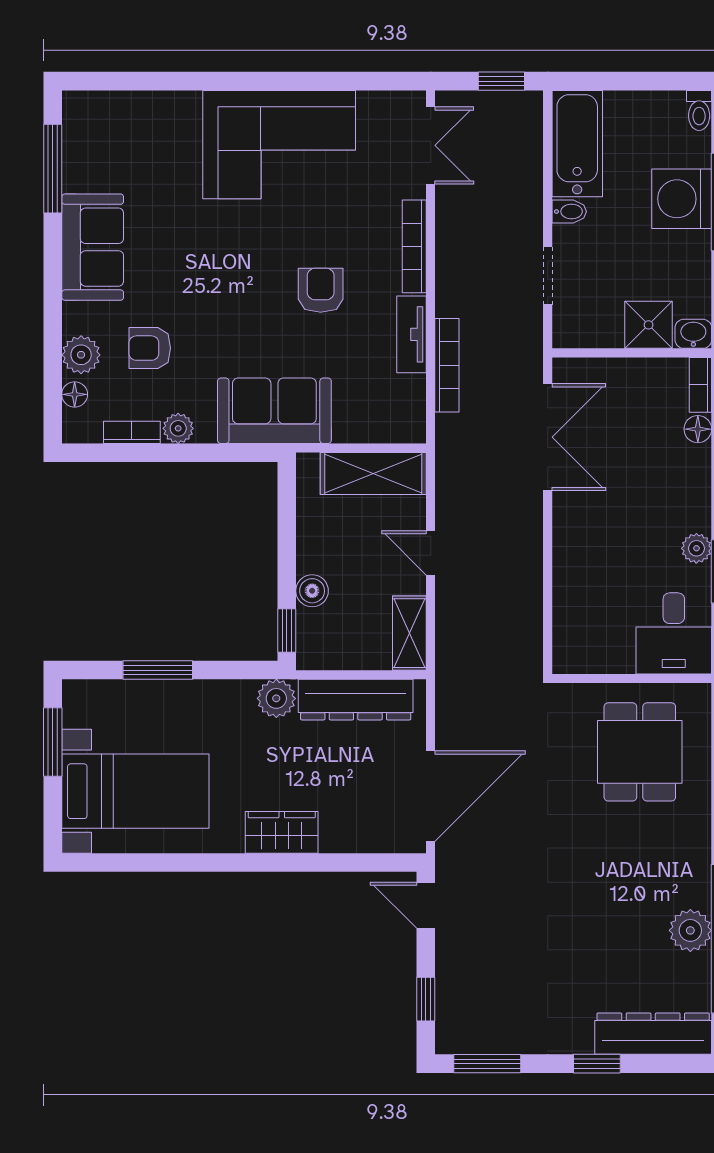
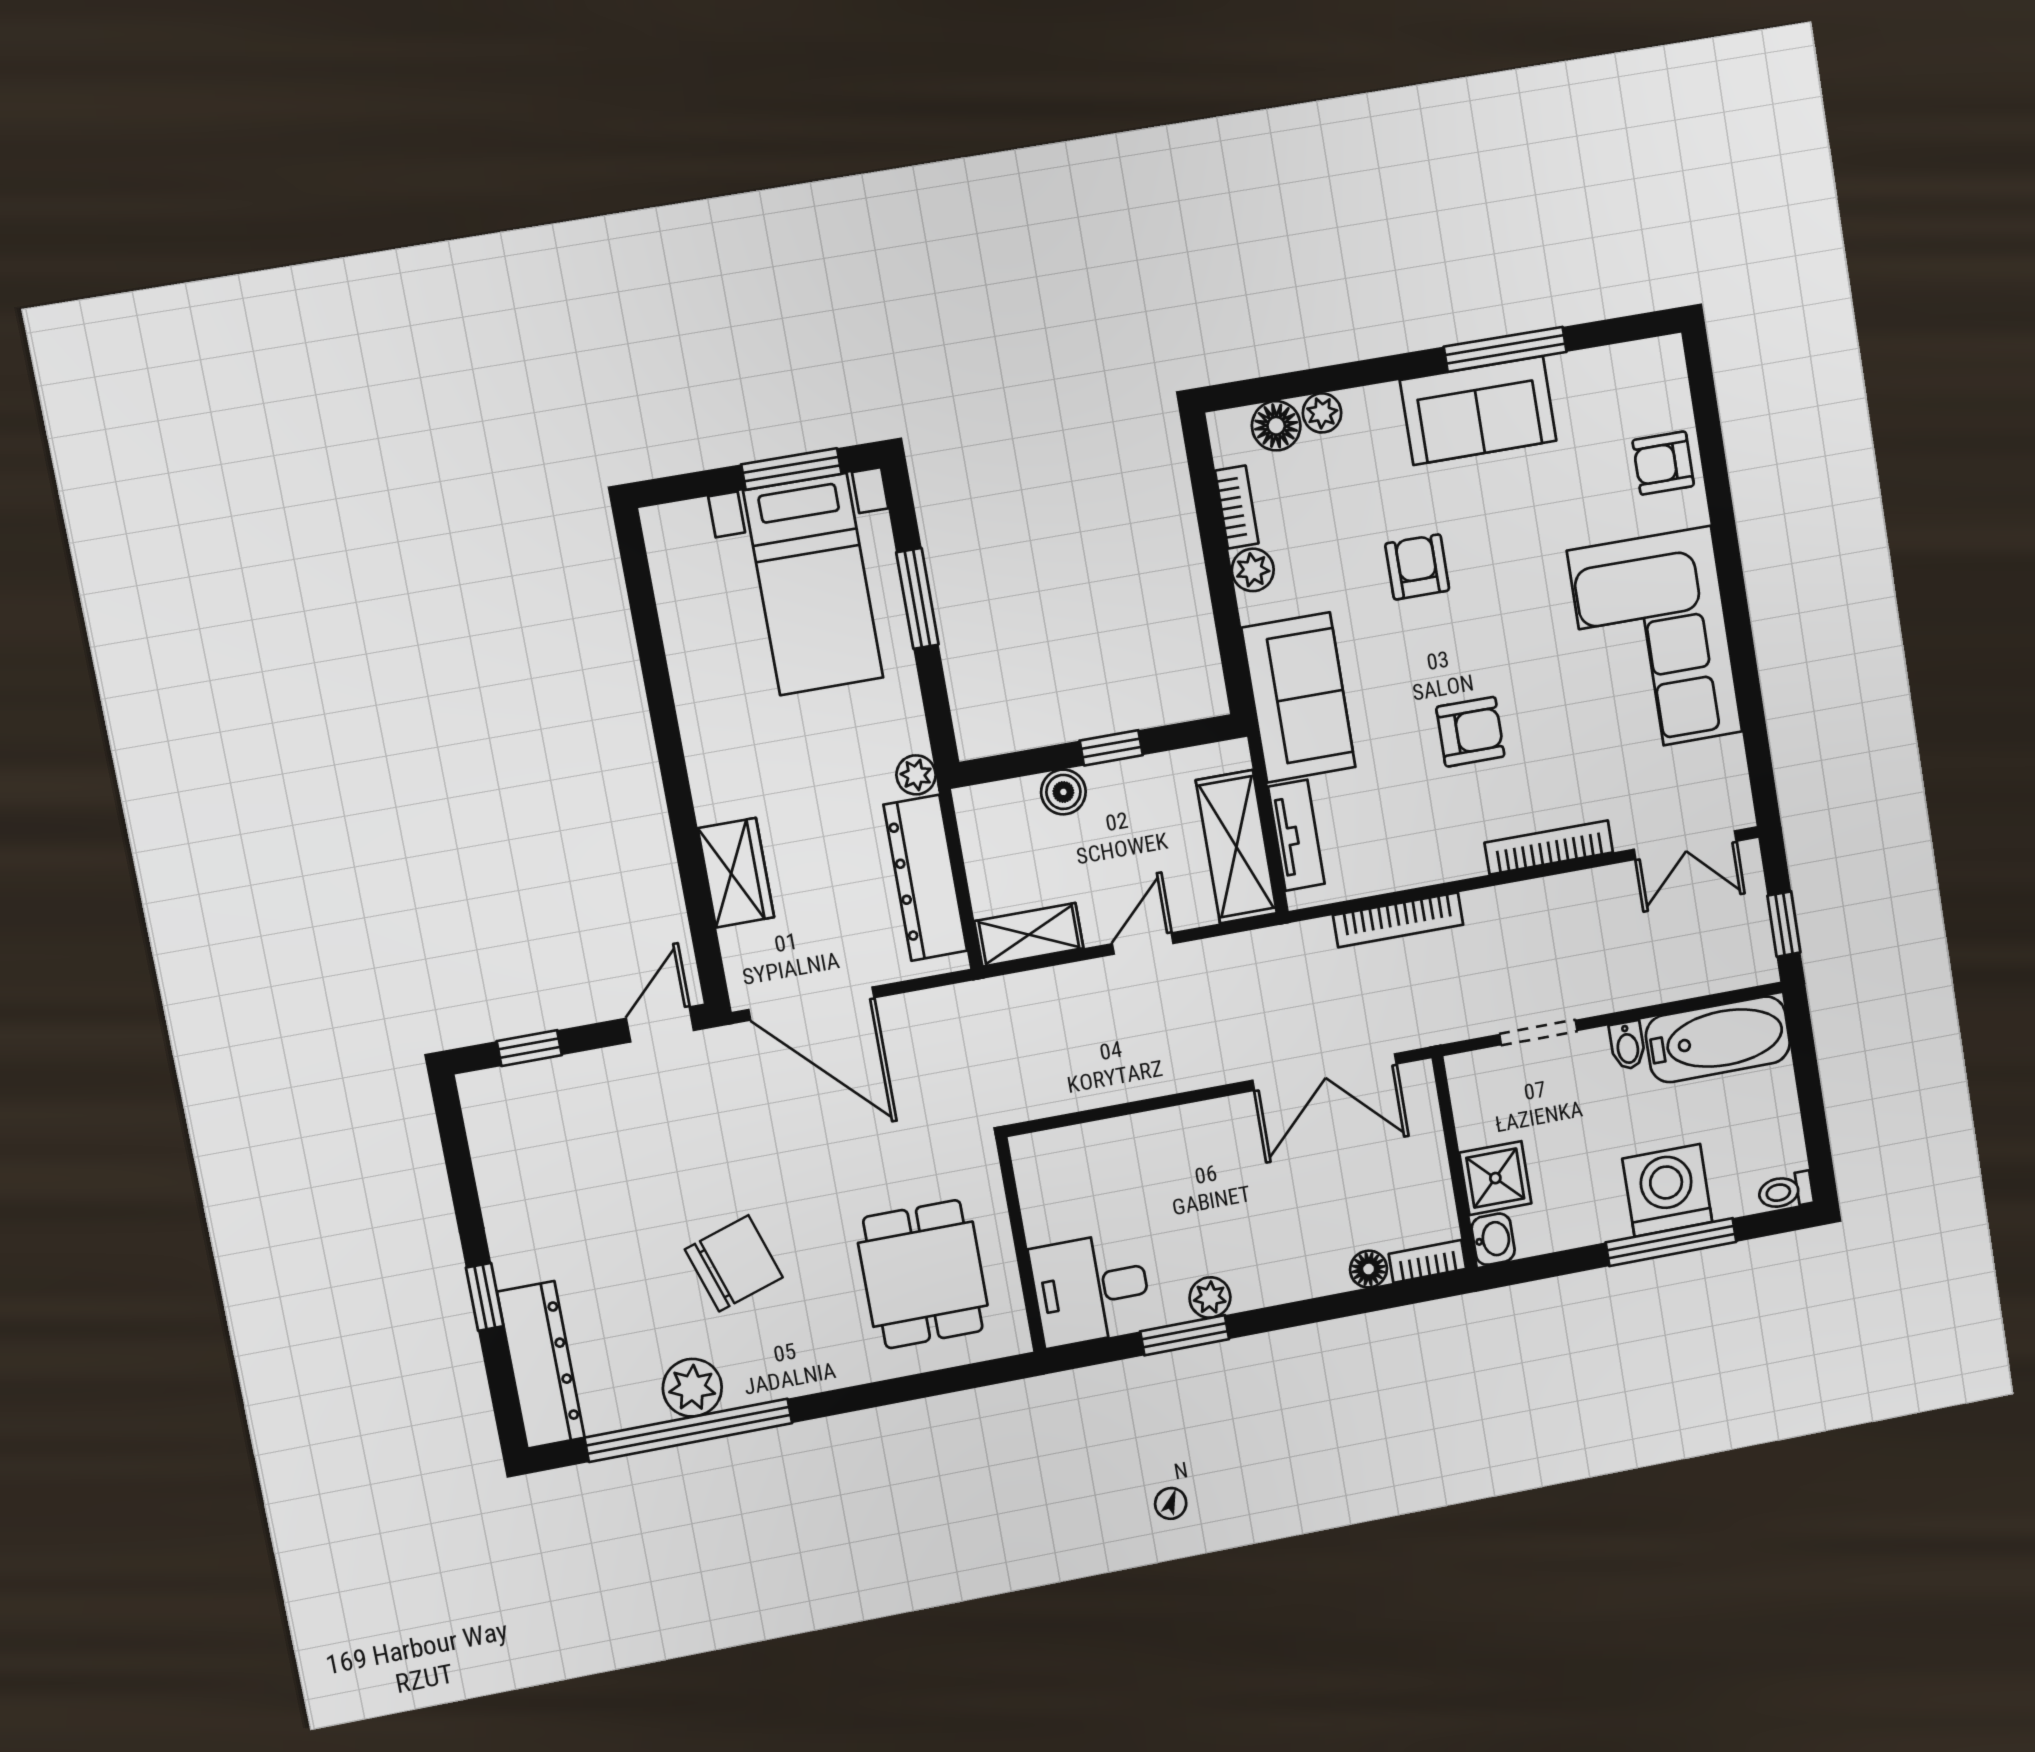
armchair: (152, 118) -> (1663, 463), added
window: (53, 169) -> (1505, 349), moved
tv unit: (411, 334) -> (1296, 835), moved, turned 90
armchair: (150, 348) -> (1417, 567), moved
plant: (81, 355) -> (1322, 413), width x0.73, depth x0.73
floor lamp: (75, 394) -> (1276, 426), width x1.37, depth x1.37
window: (287, 631) -> (1111, 748), moved
plant: (276, 698) -> (916, 775), width x0.73, depth x0.73
dining table: (640, 752) -> (923, 1274), turned 90
bed with nightstands: (135, 791) -> (813, 584), moved
wardrobe: (282, 832) -> (736, 873), moved
chair: (606, 885) -> (734, 1263), added
window: (487, 1064) -> (456, 1148), removed

